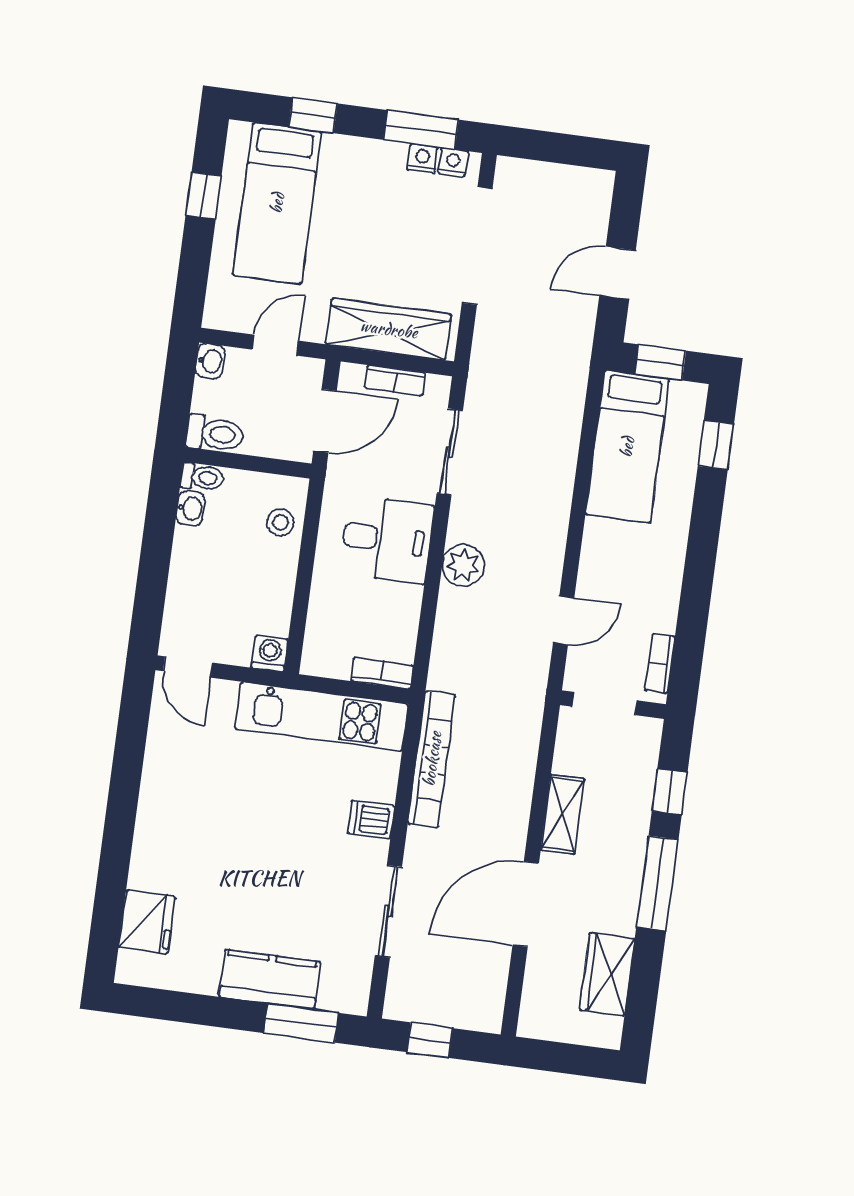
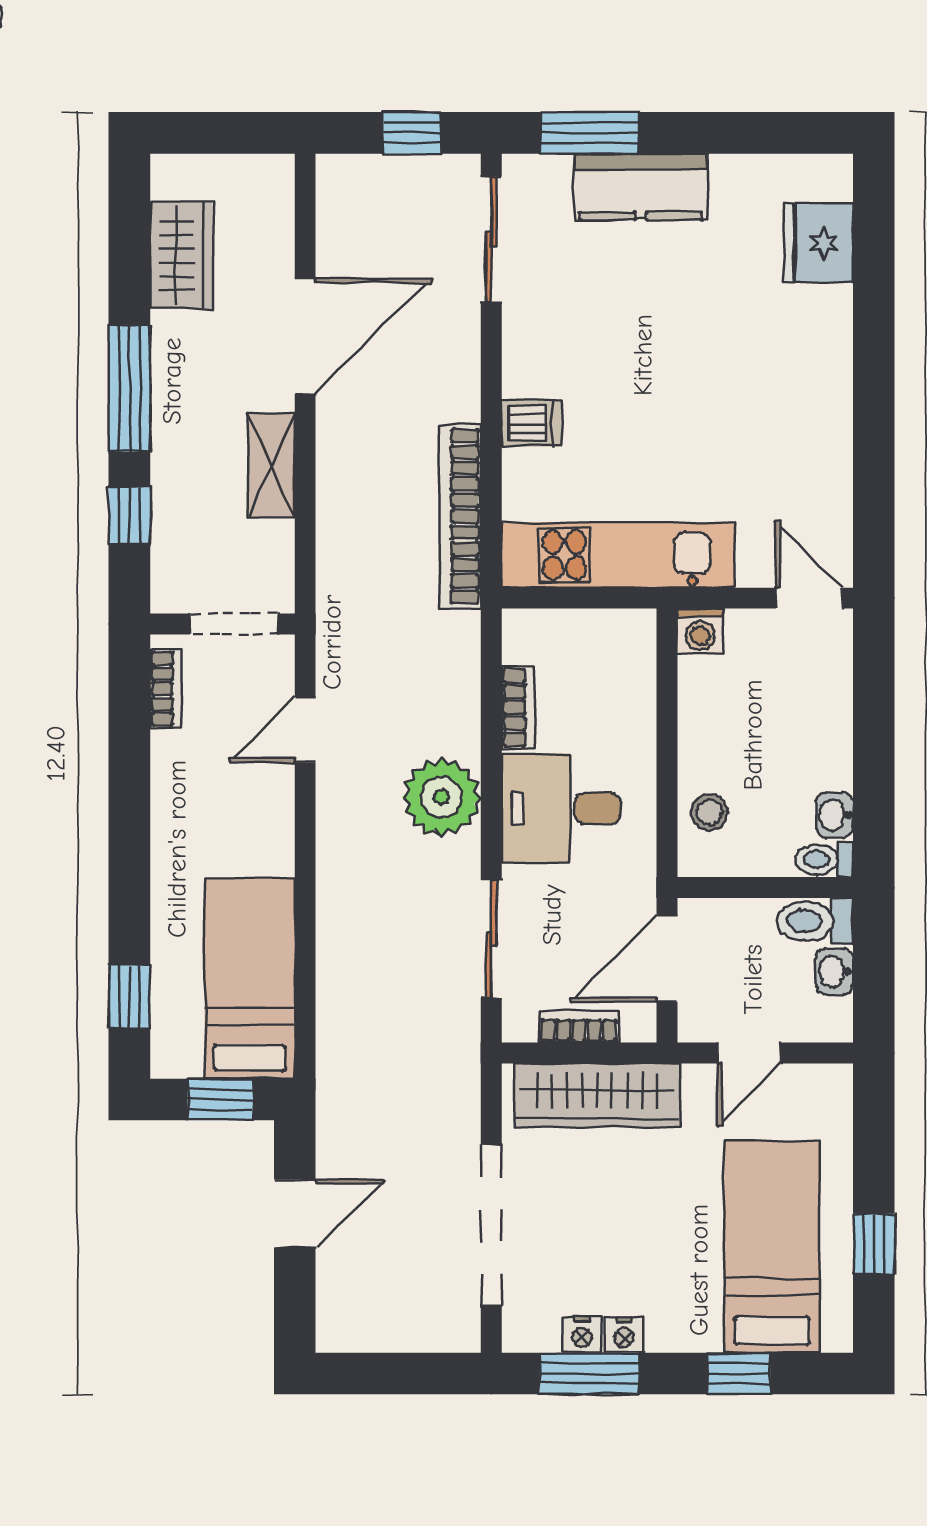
nightstand: (453, 162) -> (624, 1335), moved
washbasin: (210, 361) -> (834, 972), moved
plant: (463, 565) -> (442, 797), width x1.36, depth x1.36
bookcase: (382, 673) -> (518, 708), moved, turned -90
sliding door: (388, 911) -> (491, 239), moved

